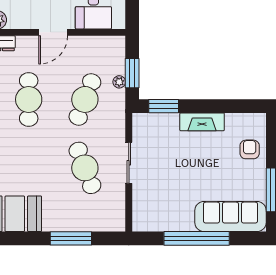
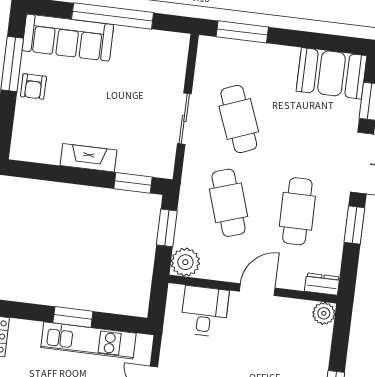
plant: (119, 82) -> (185, 262), moved, width x1.87, depth x1.87
cafe table: (85, 99) -> (229, 203), turned -39
armchair: (250, 149) -> (33, 86), moved
window: (71, 238) -> (242, 32), moved

